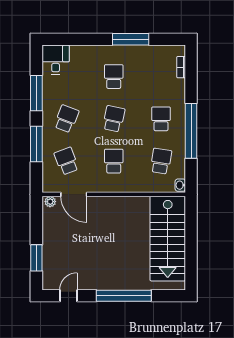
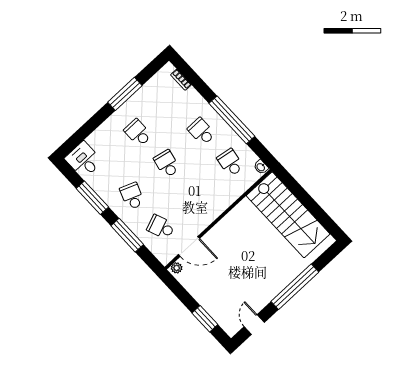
school desk: (114, 161) -> (196, 195), removed

